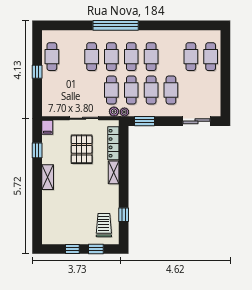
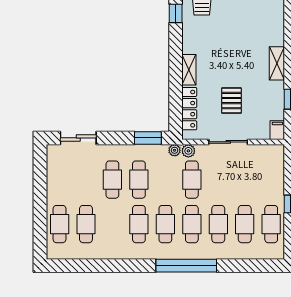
cafe table: (131, 90) -> (245, 224), moved
pallet: (82, 149) -> (231, 101), width x0.67, depth x0.71

